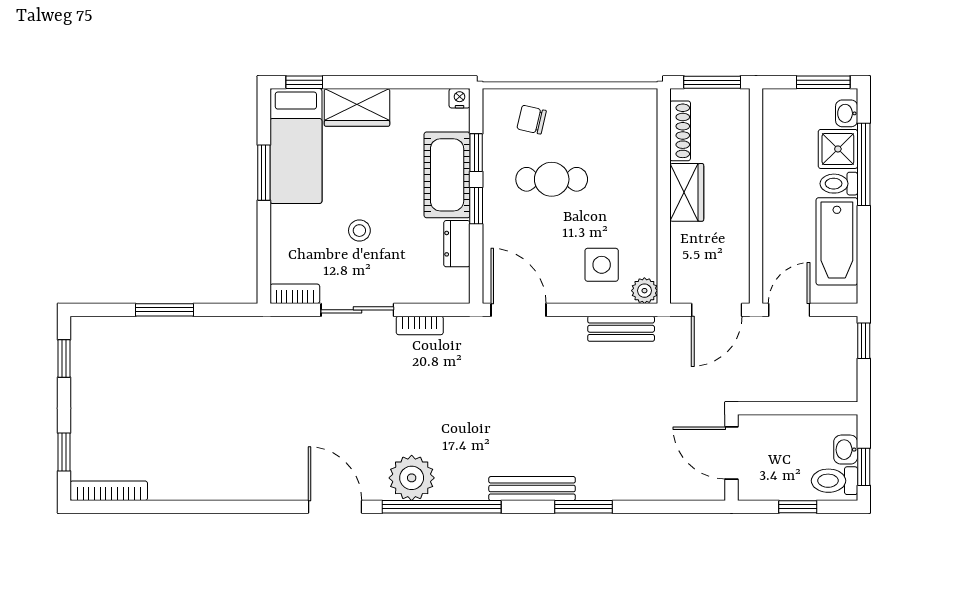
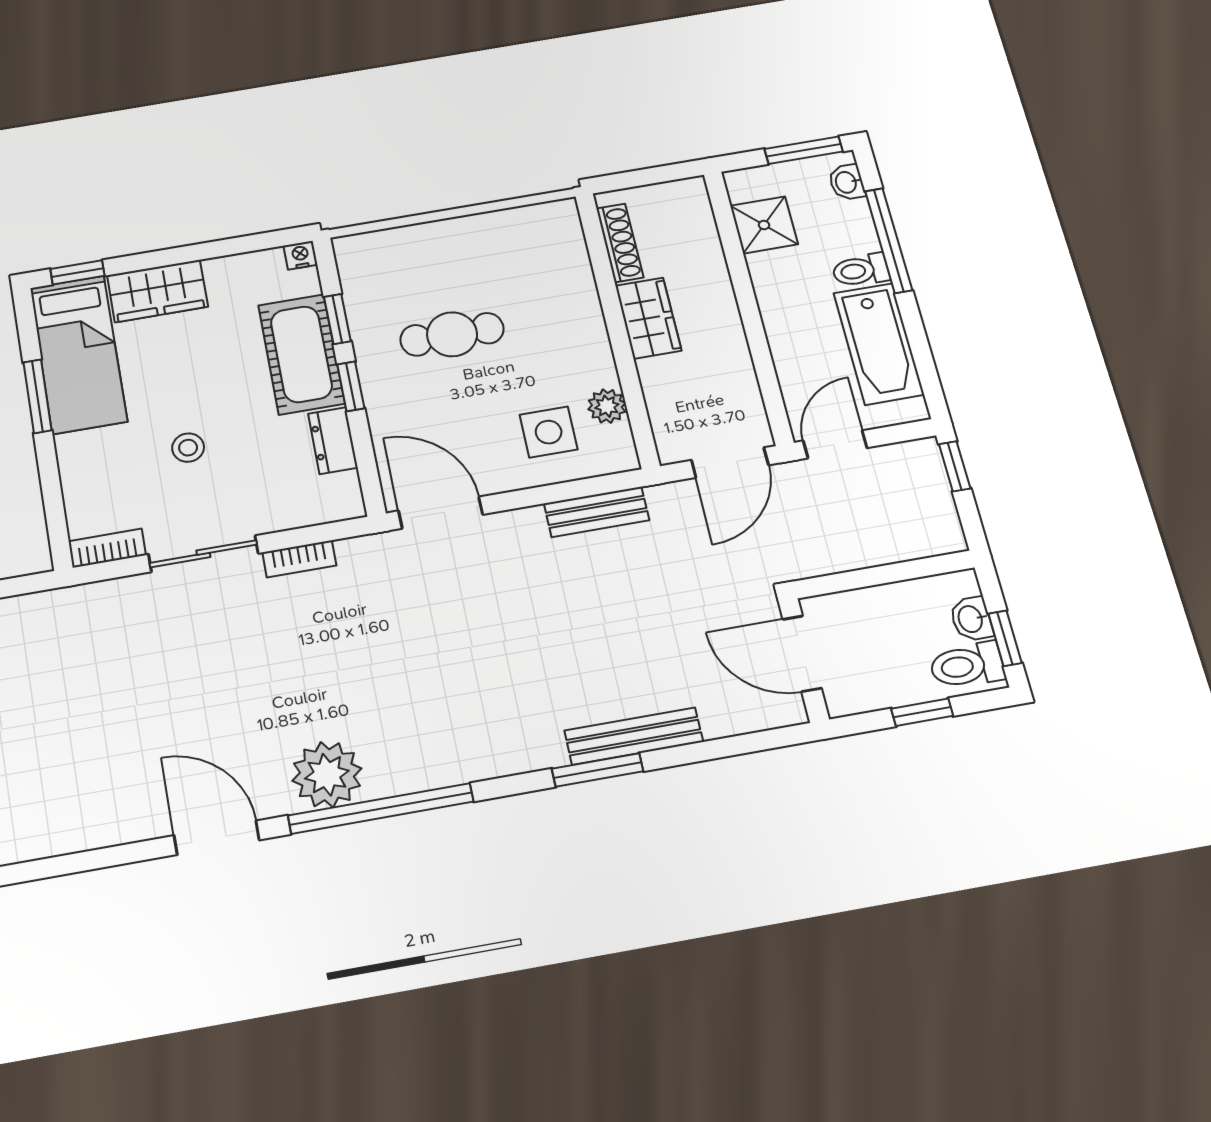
window: (712, 82) -> (650, 176), removed
chair: (532, 120) -> (408, 264), removed
shower: (838, 149) -> (764, 225), moved
plant: (644, 291) -> (607, 406), moved
bench: (532, 489) -> (634, 736), moved

